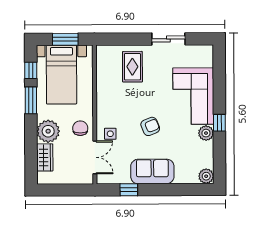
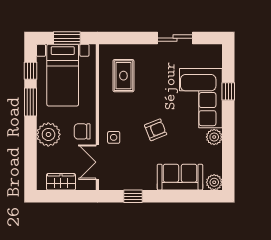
rug: (132, 67) -> (123, 76), moved
window: (219, 123) -> (228, 91), moved
chair: (80, 128) -> (82, 131), turned -90
wardrobe: (45, 157) -> (61, 182), moved, turned -90
double door: (95, 157) -> (97, 162), swing flipped
sofa: (152, 171) -> (180, 177), moved

